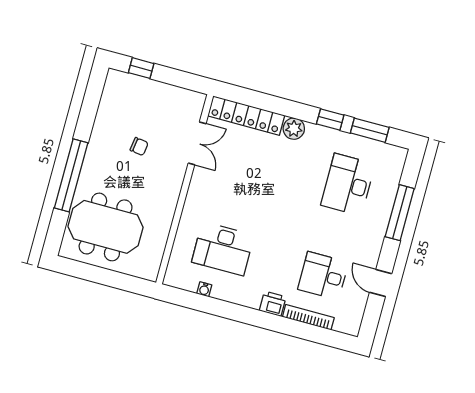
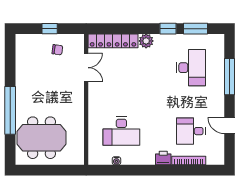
window: (141, 68) -> (50, 29), moved
chair: (139, 146) -> (57, 50), moved
desk: (348, 185) -> (191, 68), turned 180

